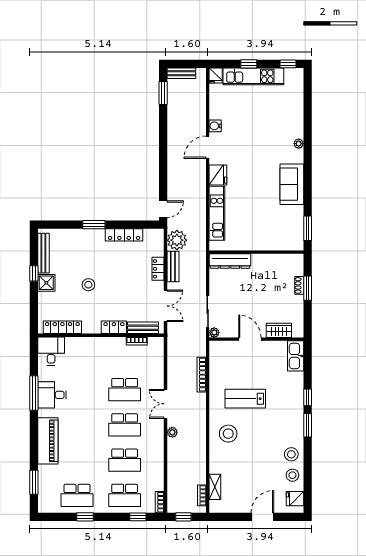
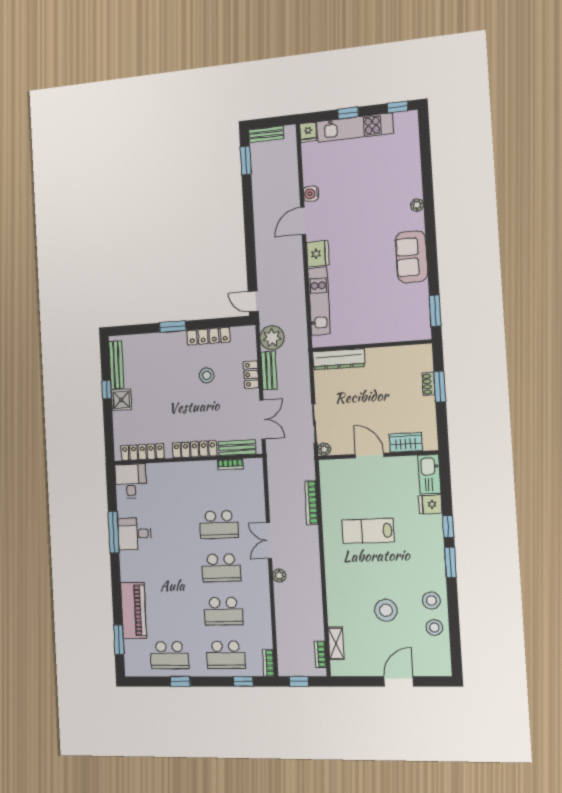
door: (163, 209) -> (253, 301), swing flipped
stool: (88, 285) -> (207, 375), moved
locker: (114, 327) -> (195, 449), width x1.53
stool: (228, 434) -> (386, 610), moved
piano: (48, 441) -> (133, 610), moved
fridge: (295, 499) -> (430, 504), moved

